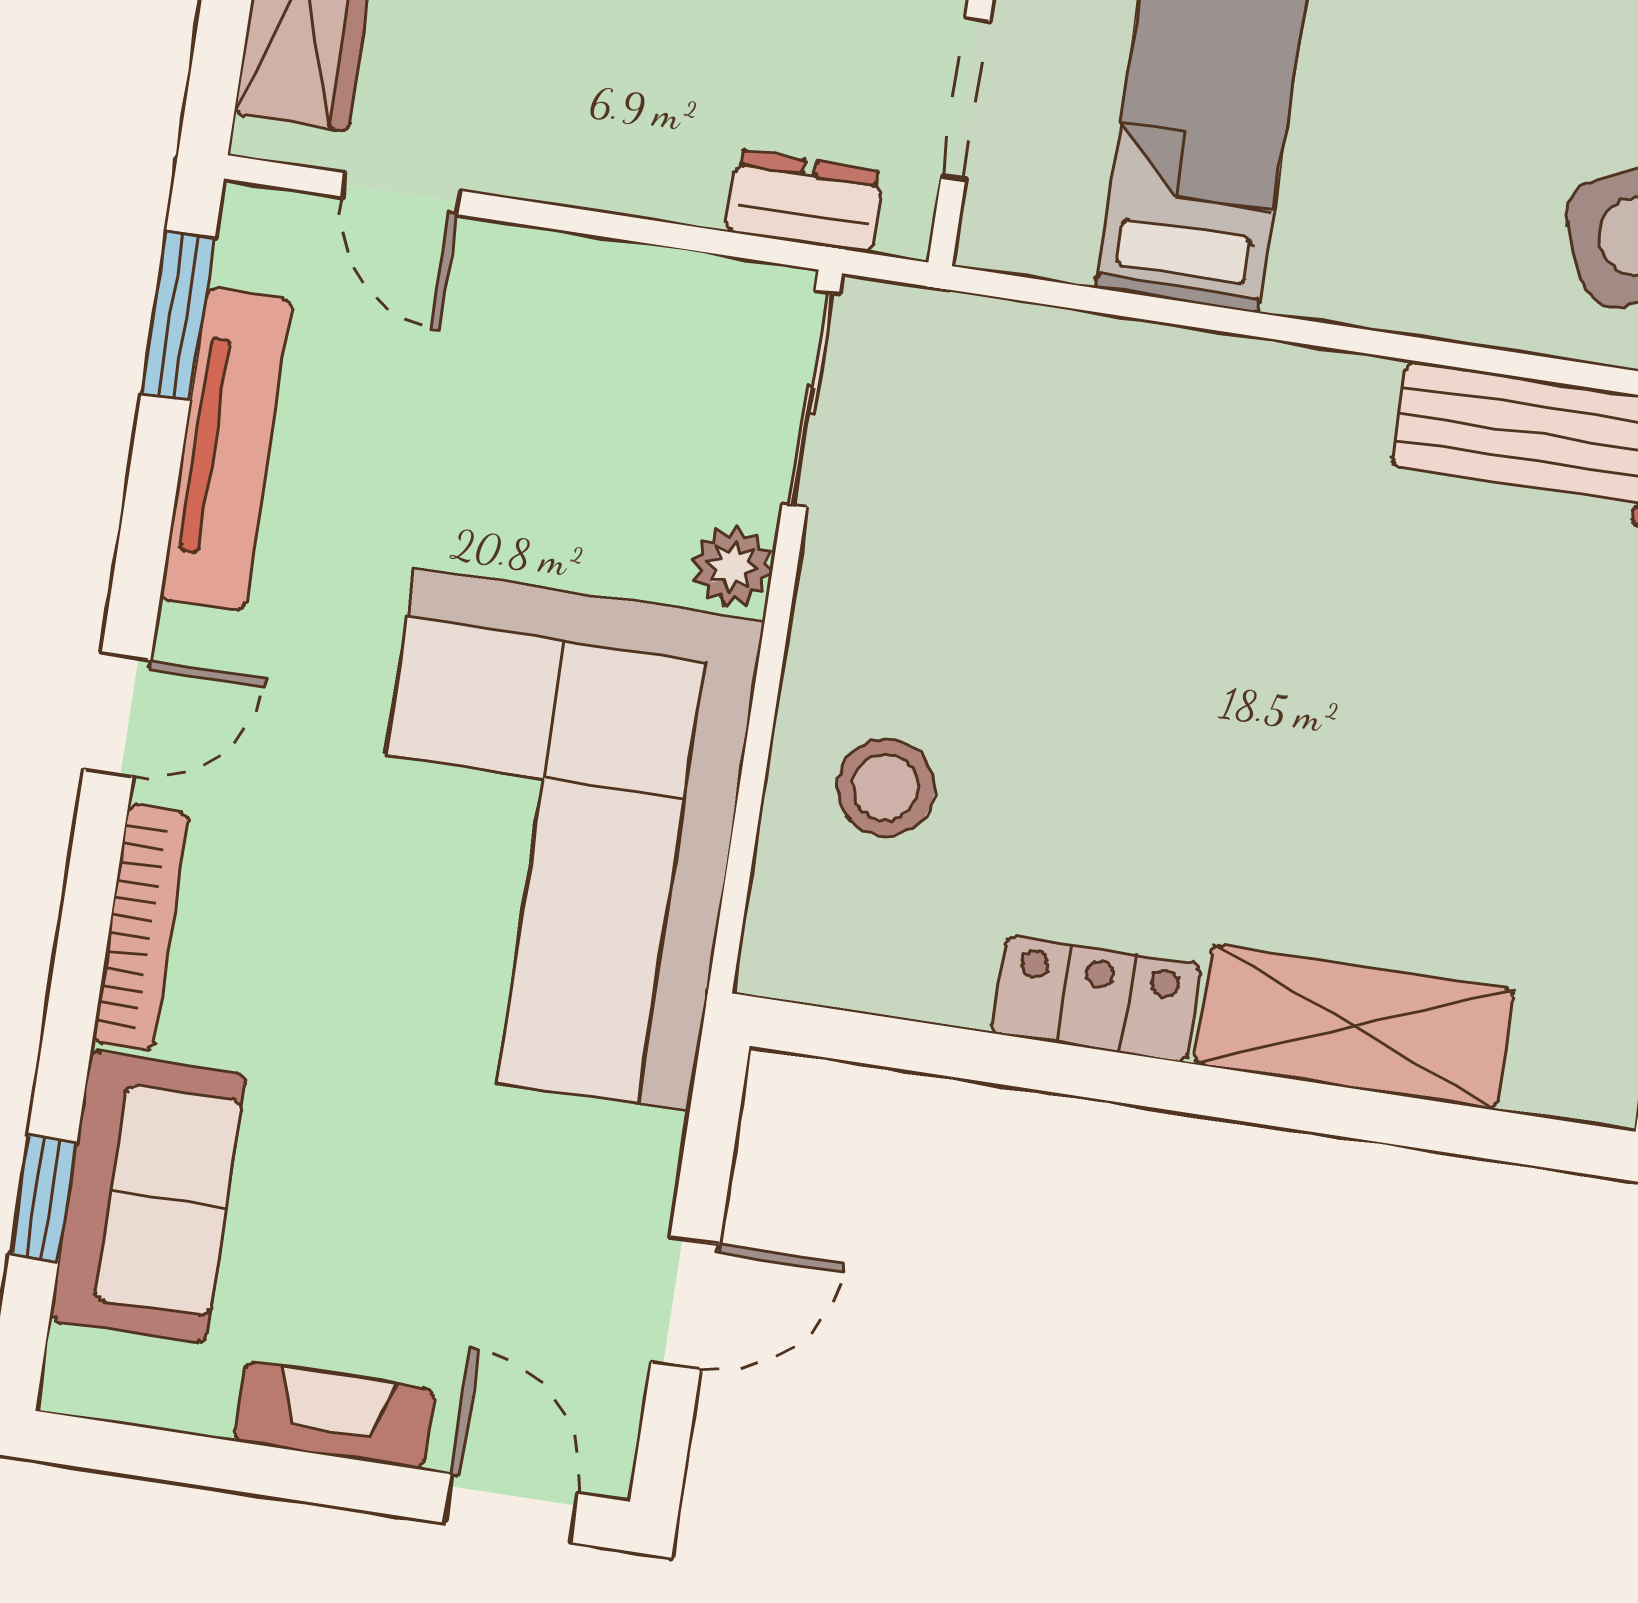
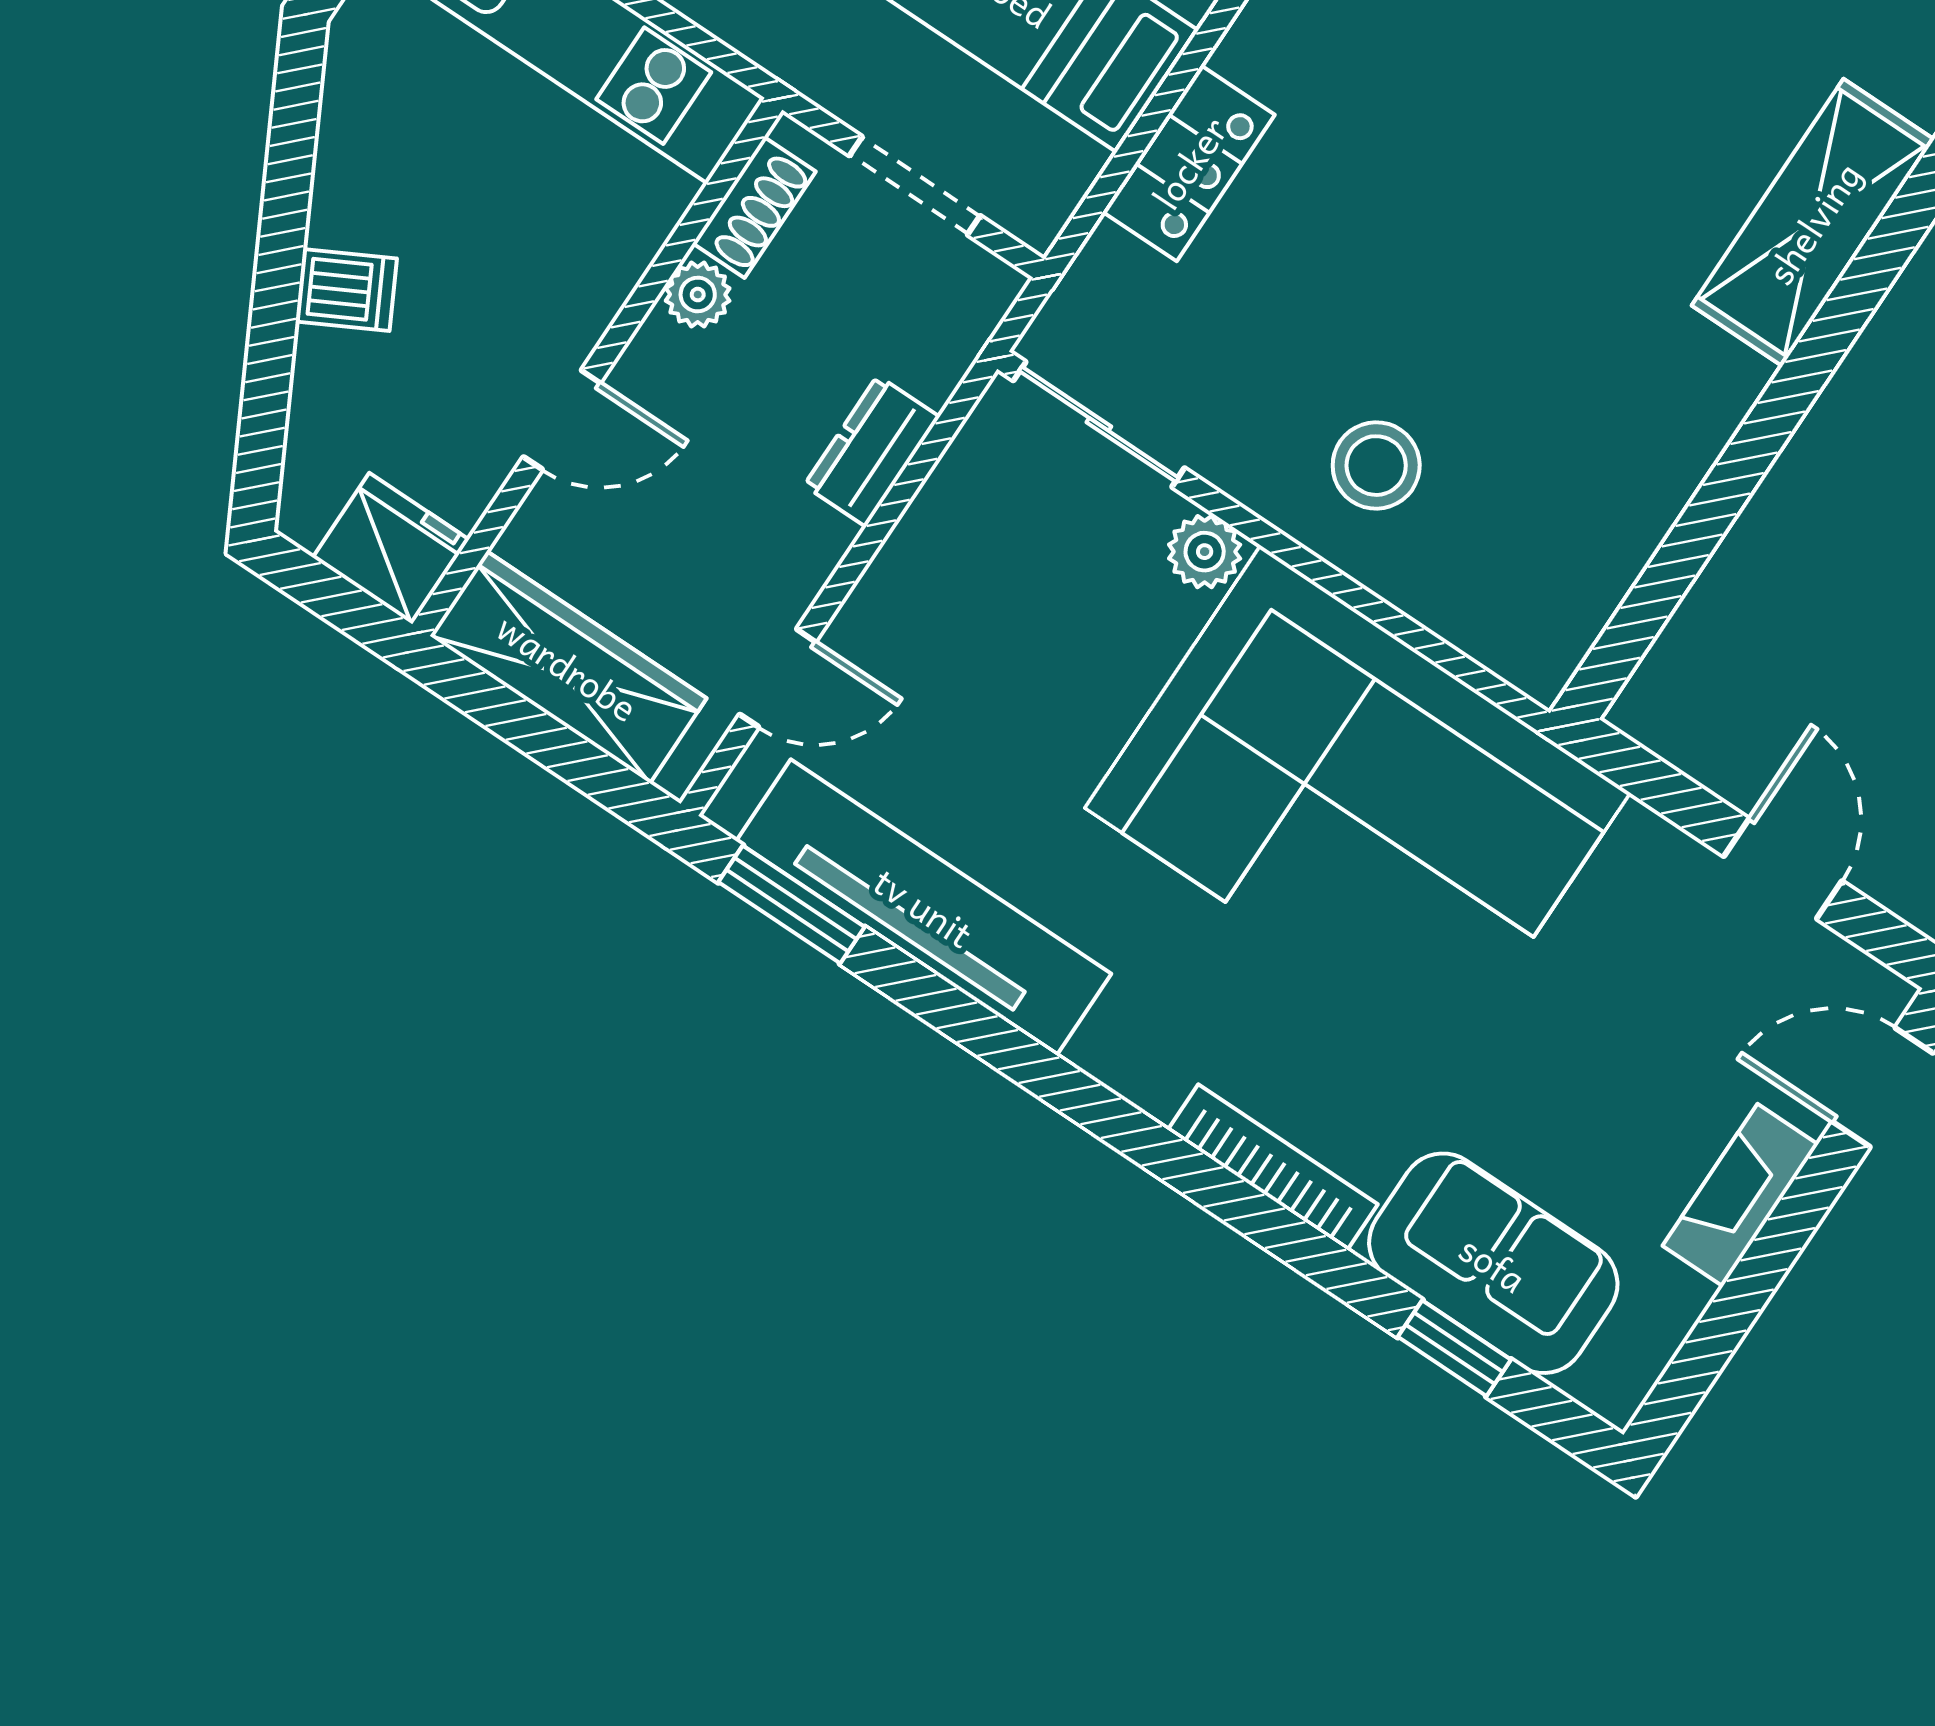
dresser: (805, 201) -> (872, 451), moved
tv unit: (226, 449) -> (924, 907), width x1.36, depth x1.29
door: (117, 715) -> (1091, 1105), removed
stool: (886, 788) -> (1376, 466), moved
locker: (1096, 999) -> (1189, 163), moved, turned 180

